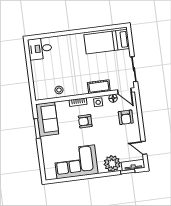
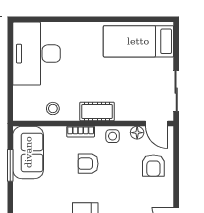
desk: (40, 49) -> (37, 54), width x1.87, depth x1.30
cot: (99, 87) -> (97, 111), moved

